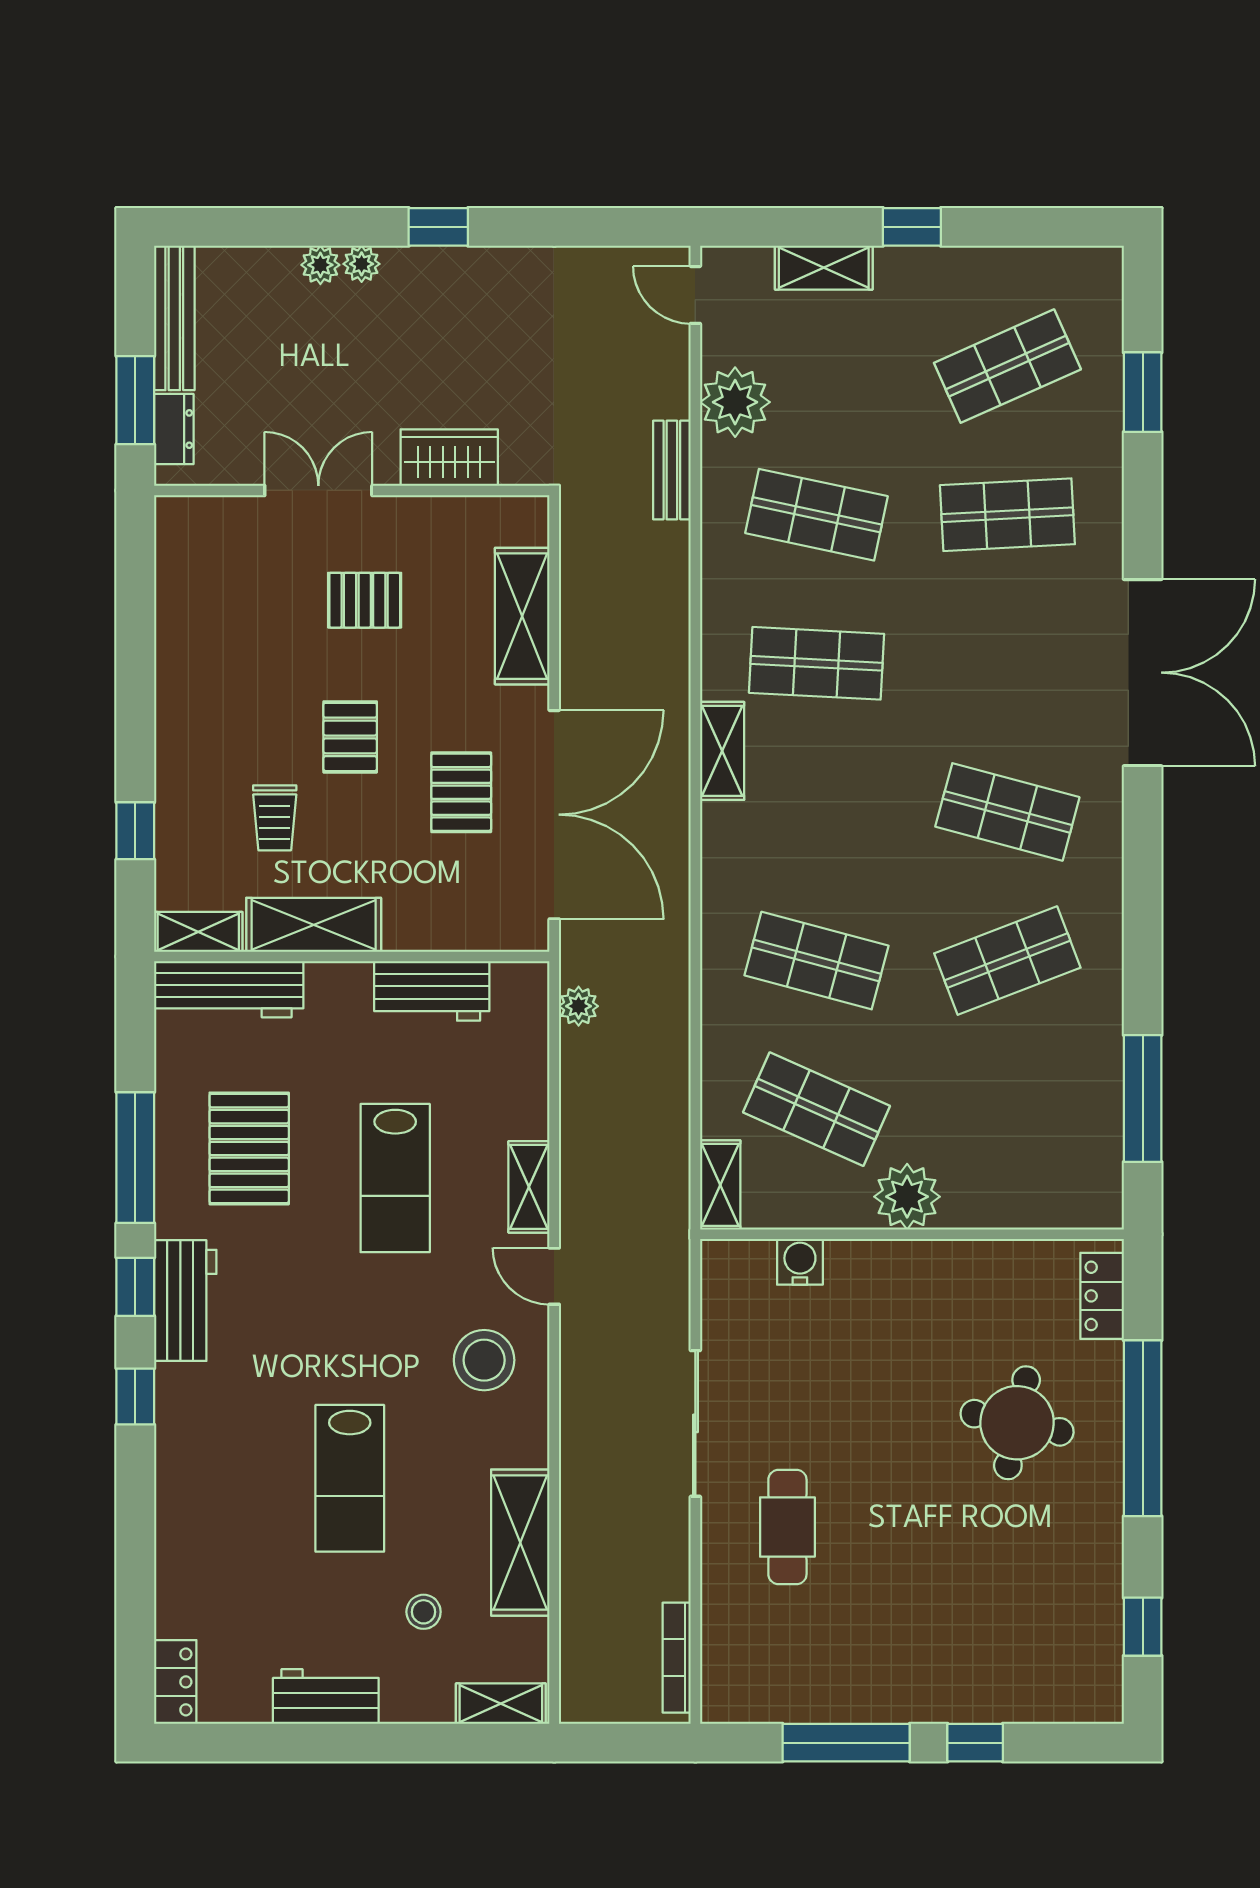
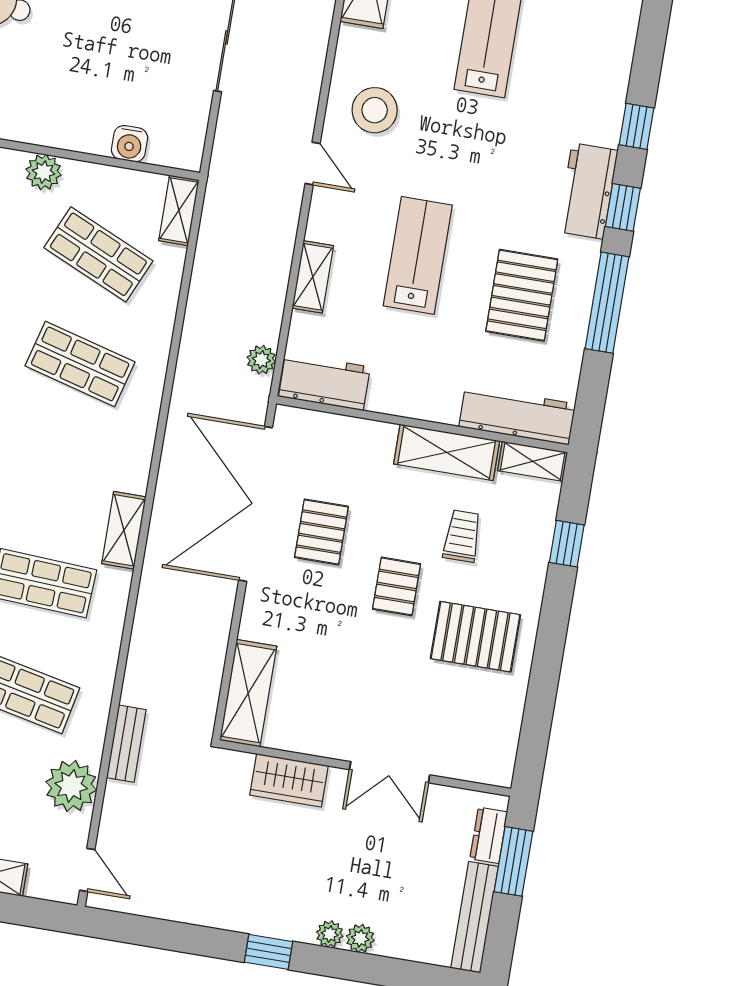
pallet: (365, 600) -> (475, 637), moved, width x1.50, depth x1.42
shelving: (522, 616) -> (248, 693), moved
workbench: (432, 991) -> (324, 382), moved
shelving: (529, 1187) -> (313, 277), moved
plant: (907, 1197) -> (44, 172), width x0.73, depth x0.73

